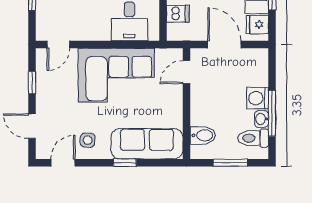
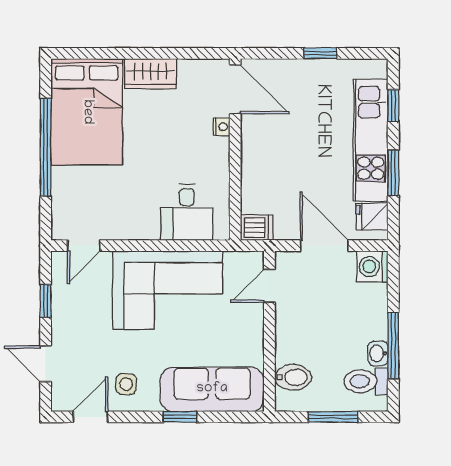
dishwasher: (178, 14) -> (257, 228), moved
washing machine: (258, 98) -> (372, 267), moved

